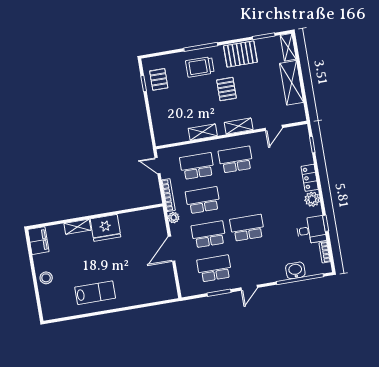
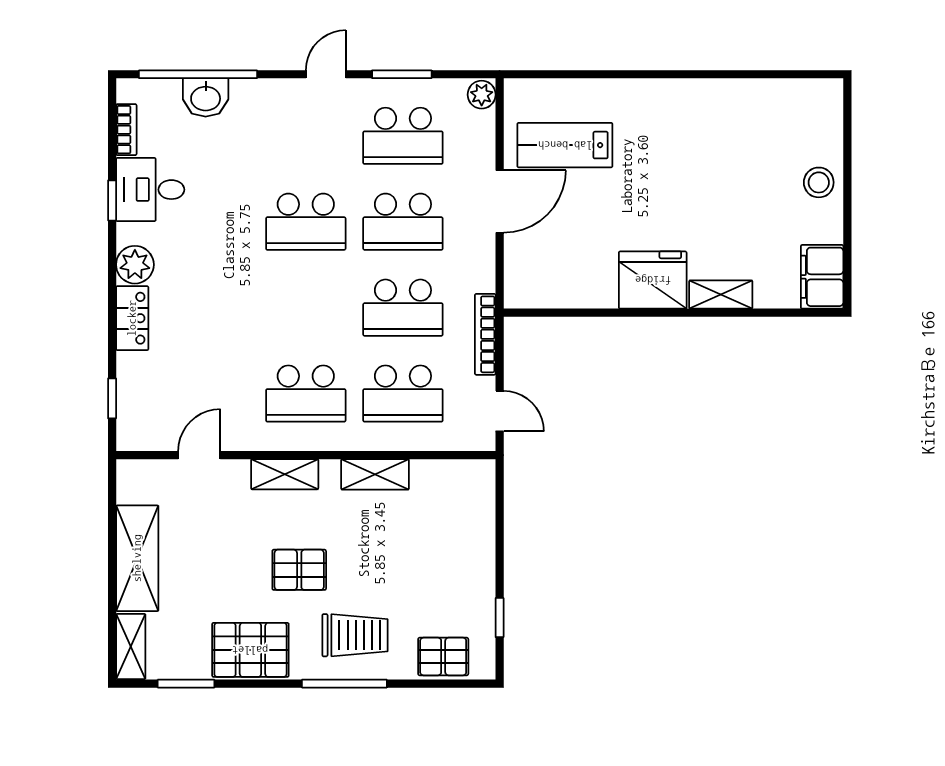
pallet: (159, 79) -> (443, 657), moved, turned 90
pallet: (226, 89) -> (299, 570), turned 90
plant: (174, 218) -> (482, 95), moved
lab bench: (95, 293) -> (565, 145), moved

